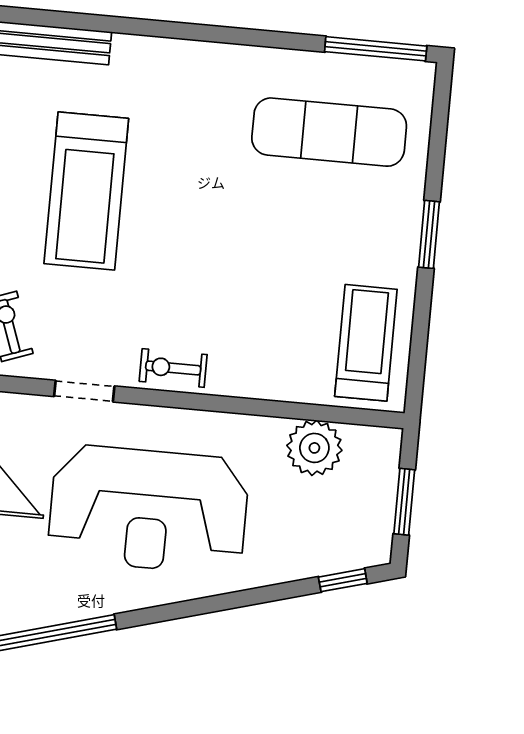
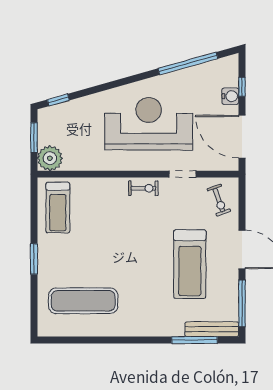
window: (376, 49) -> (195, 340), moved
treadmill: (86, 191) -> (190, 264), turned 180
plant: (314, 448) -> (50, 158), moved

